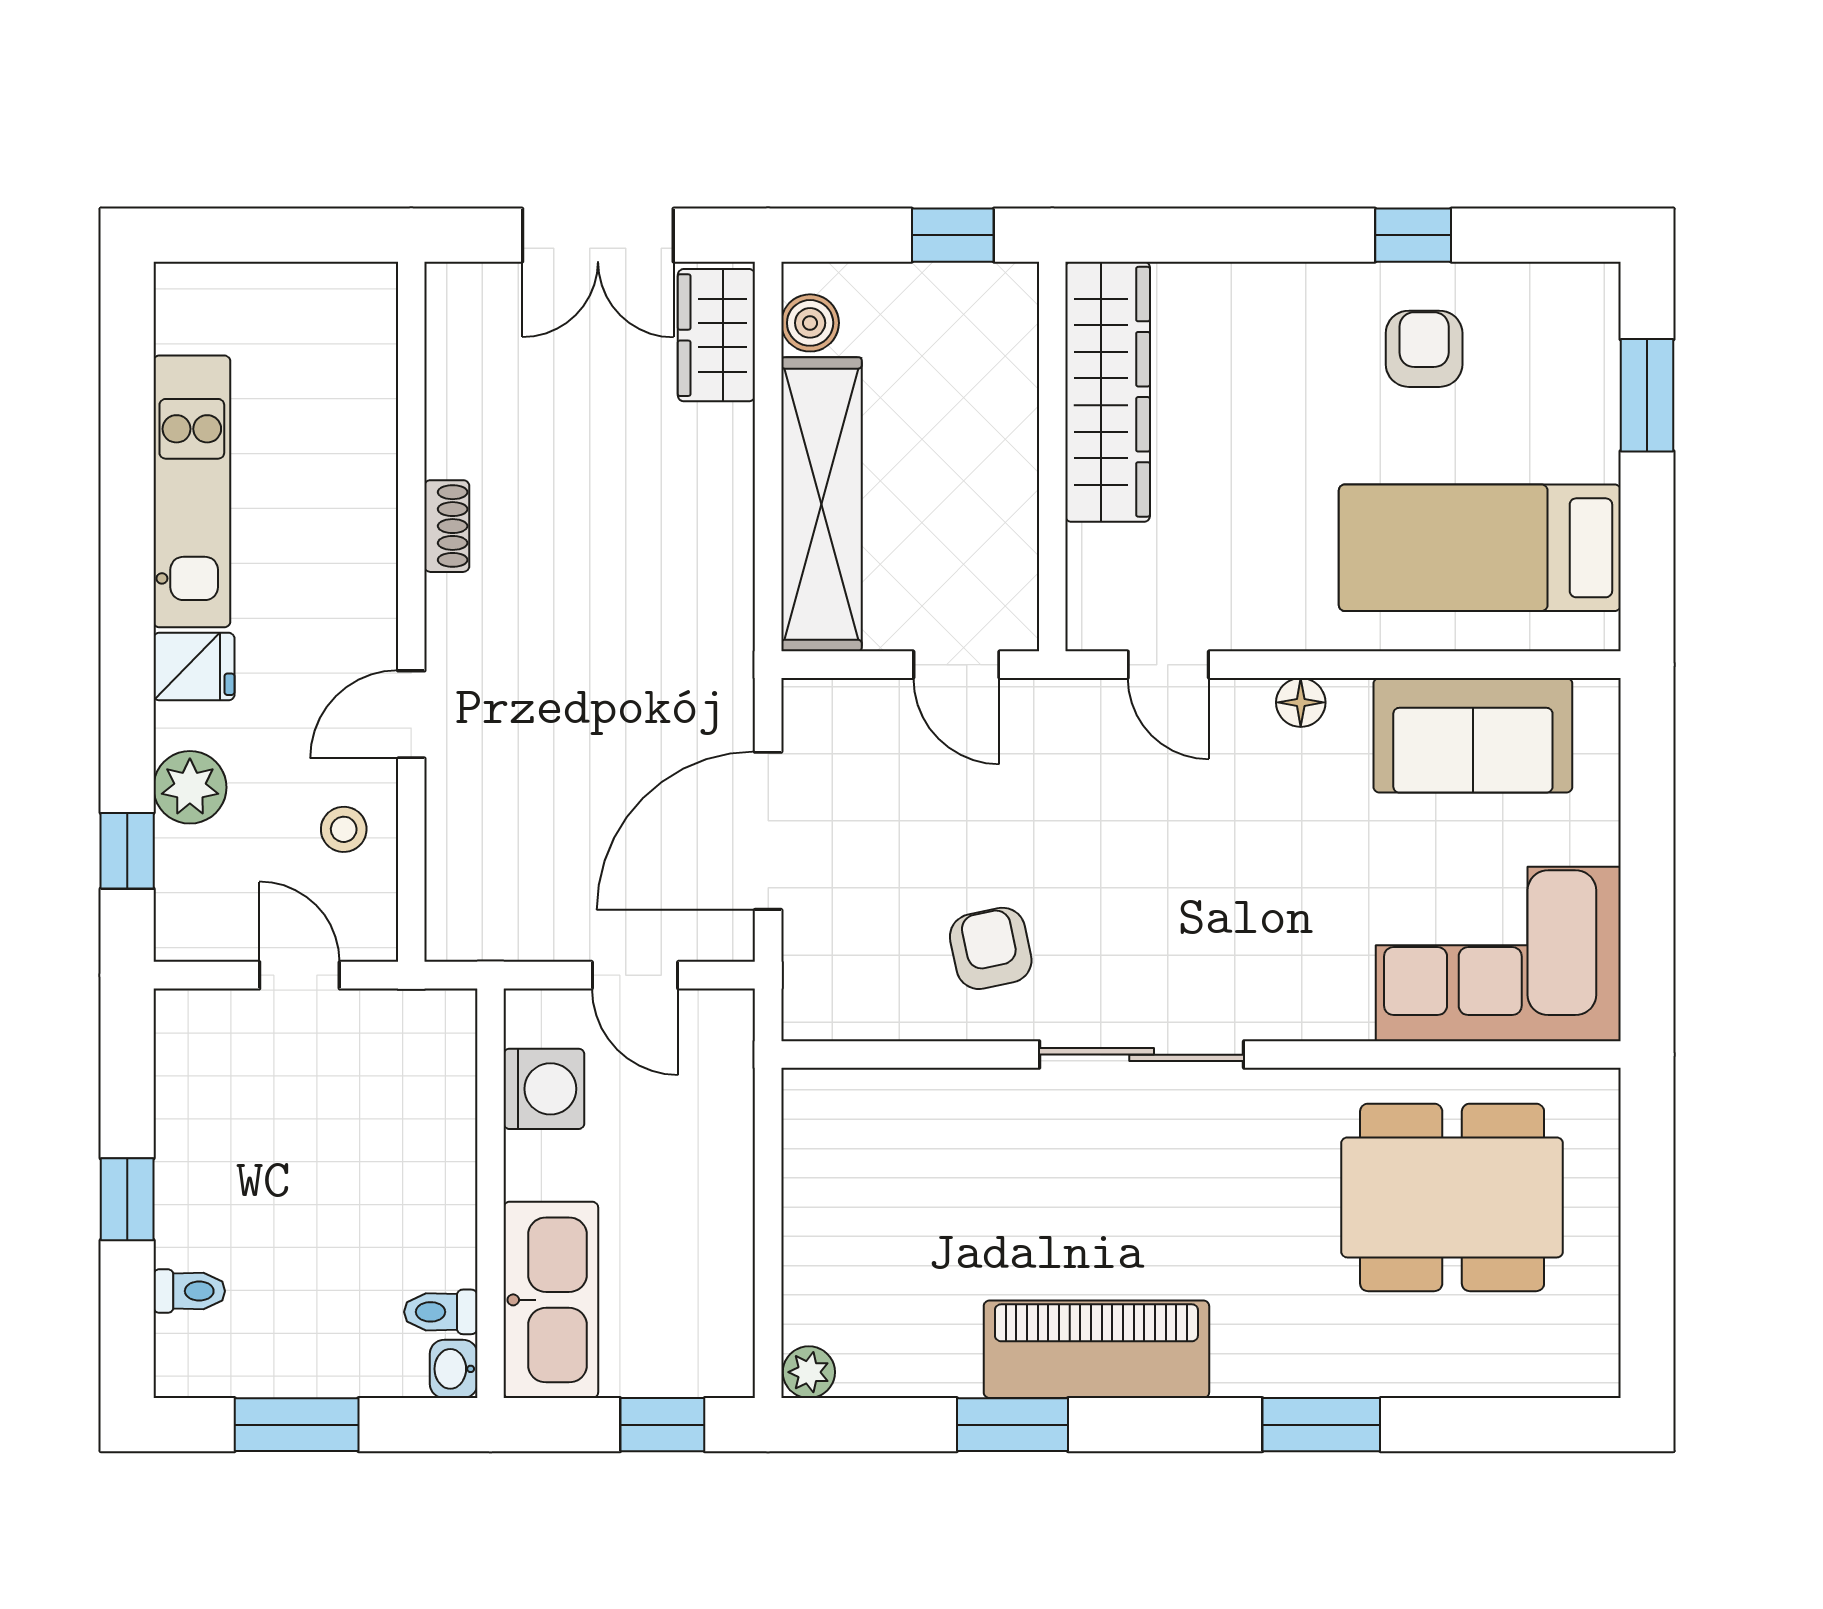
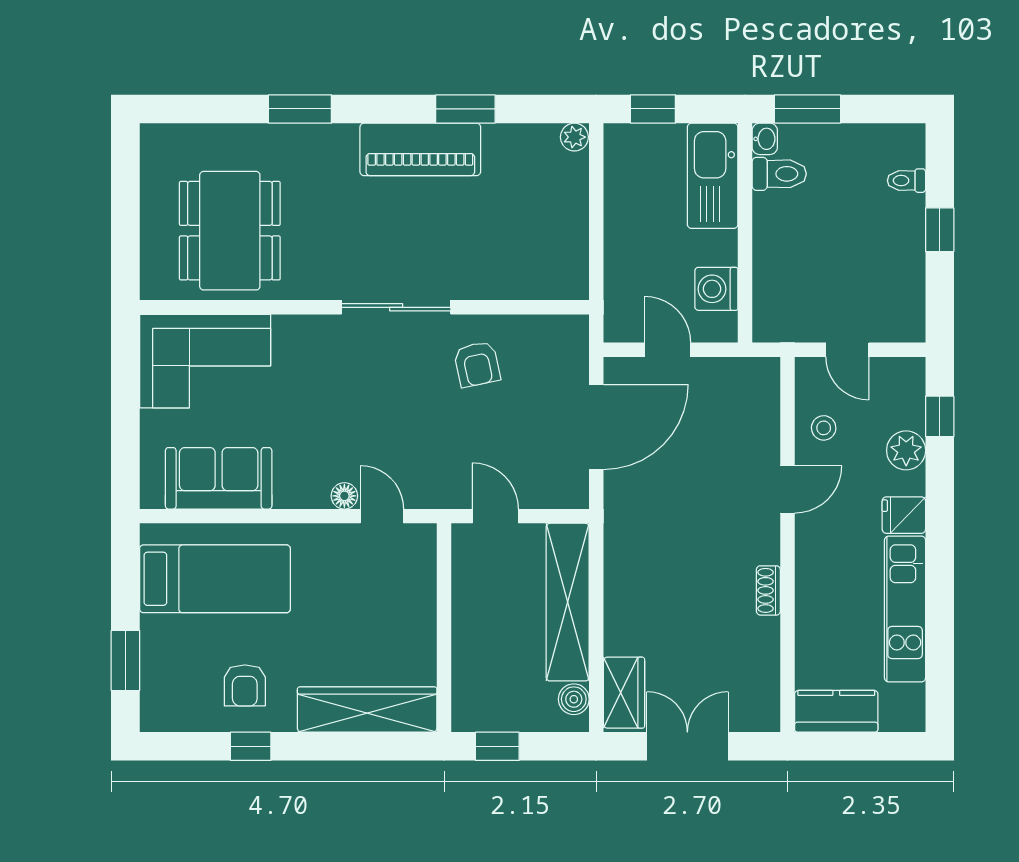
kitchen counter: (320, 300) -> (836, 711), added
wardrobe: (1108, 392) -> (367, 710), moved, turned 90
floor lamp: (1301, 702) -> (344, 496), moved
dining table: (1452, 1197) -> (230, 231), turned 90
toilet: (441, 1312) -> (779, 174), width x1.37, depth x1.39
window: (297, 1425) -> (808, 109), moved

